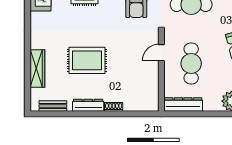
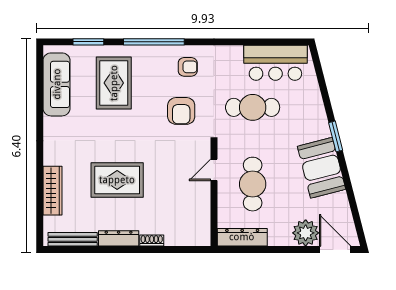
bench: (53, 106) -> (73, 239), width x1.36

